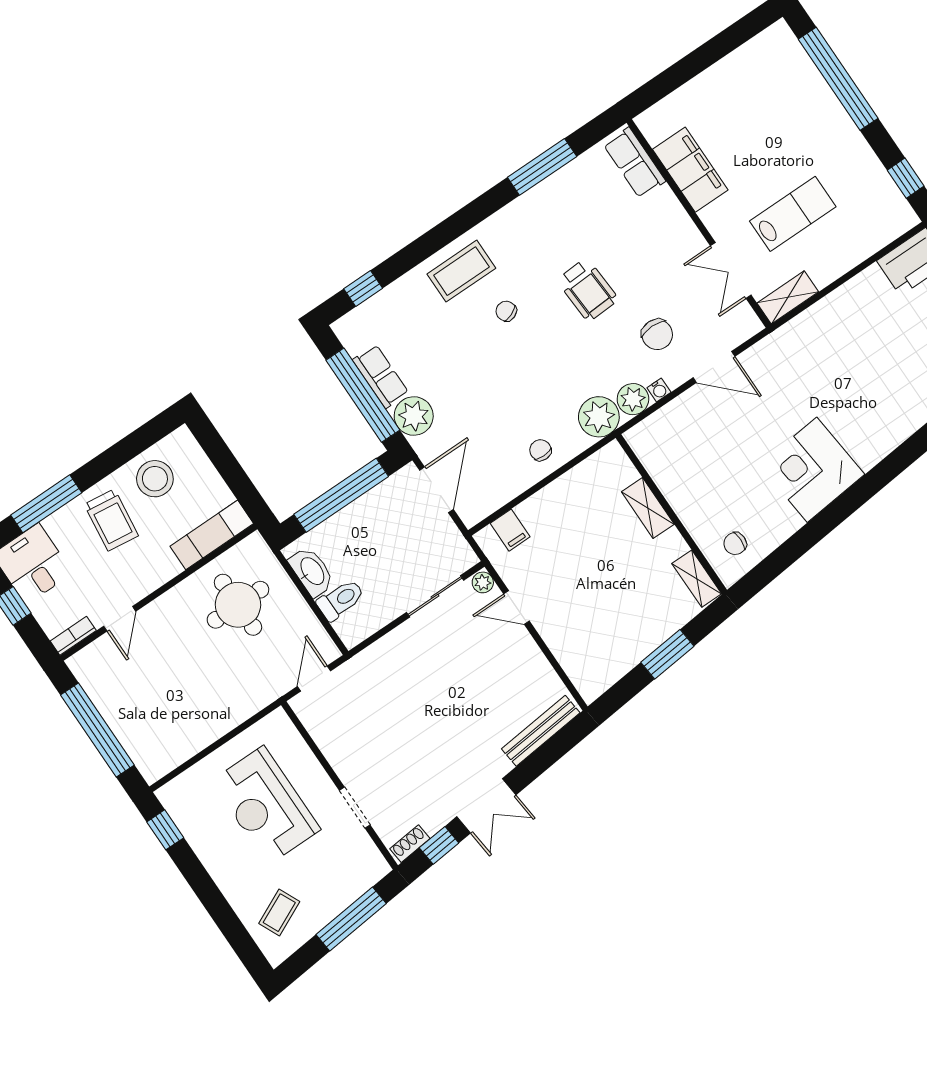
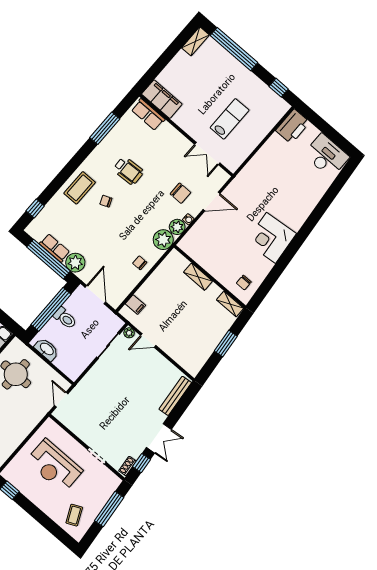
filing cabinet: (690, 170) -> (162, 99), moved
wheelchair: (588, 290) -> (128, 171), moved
shelving: (788, 297) -> (195, 41), moved
toilet: (341, 600) -> (65, 318), moved, turned 90

